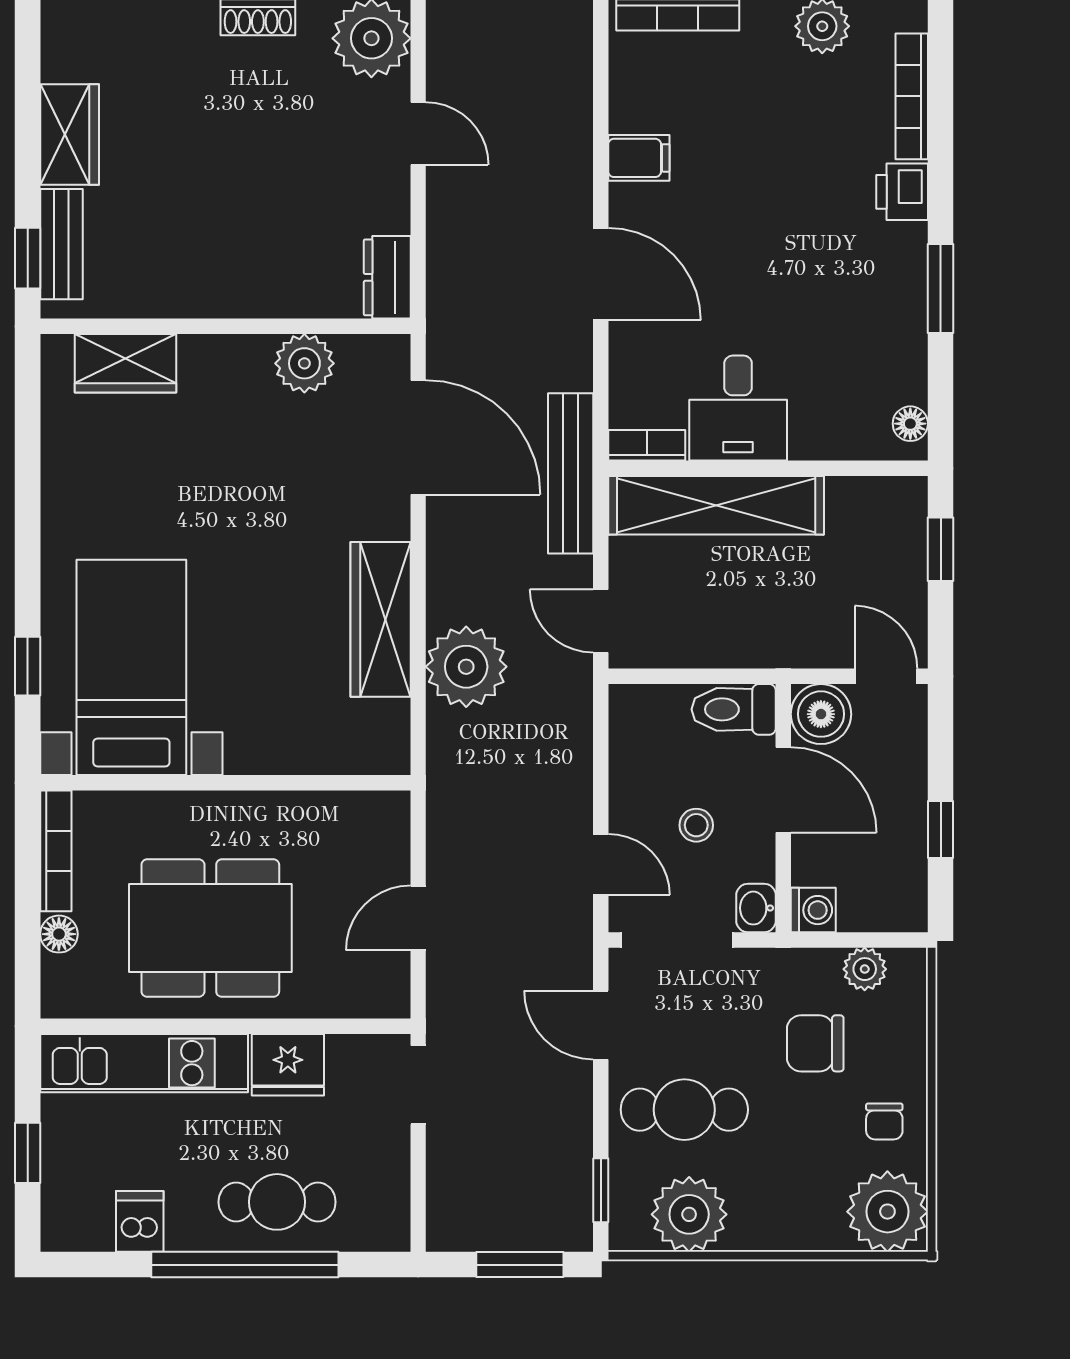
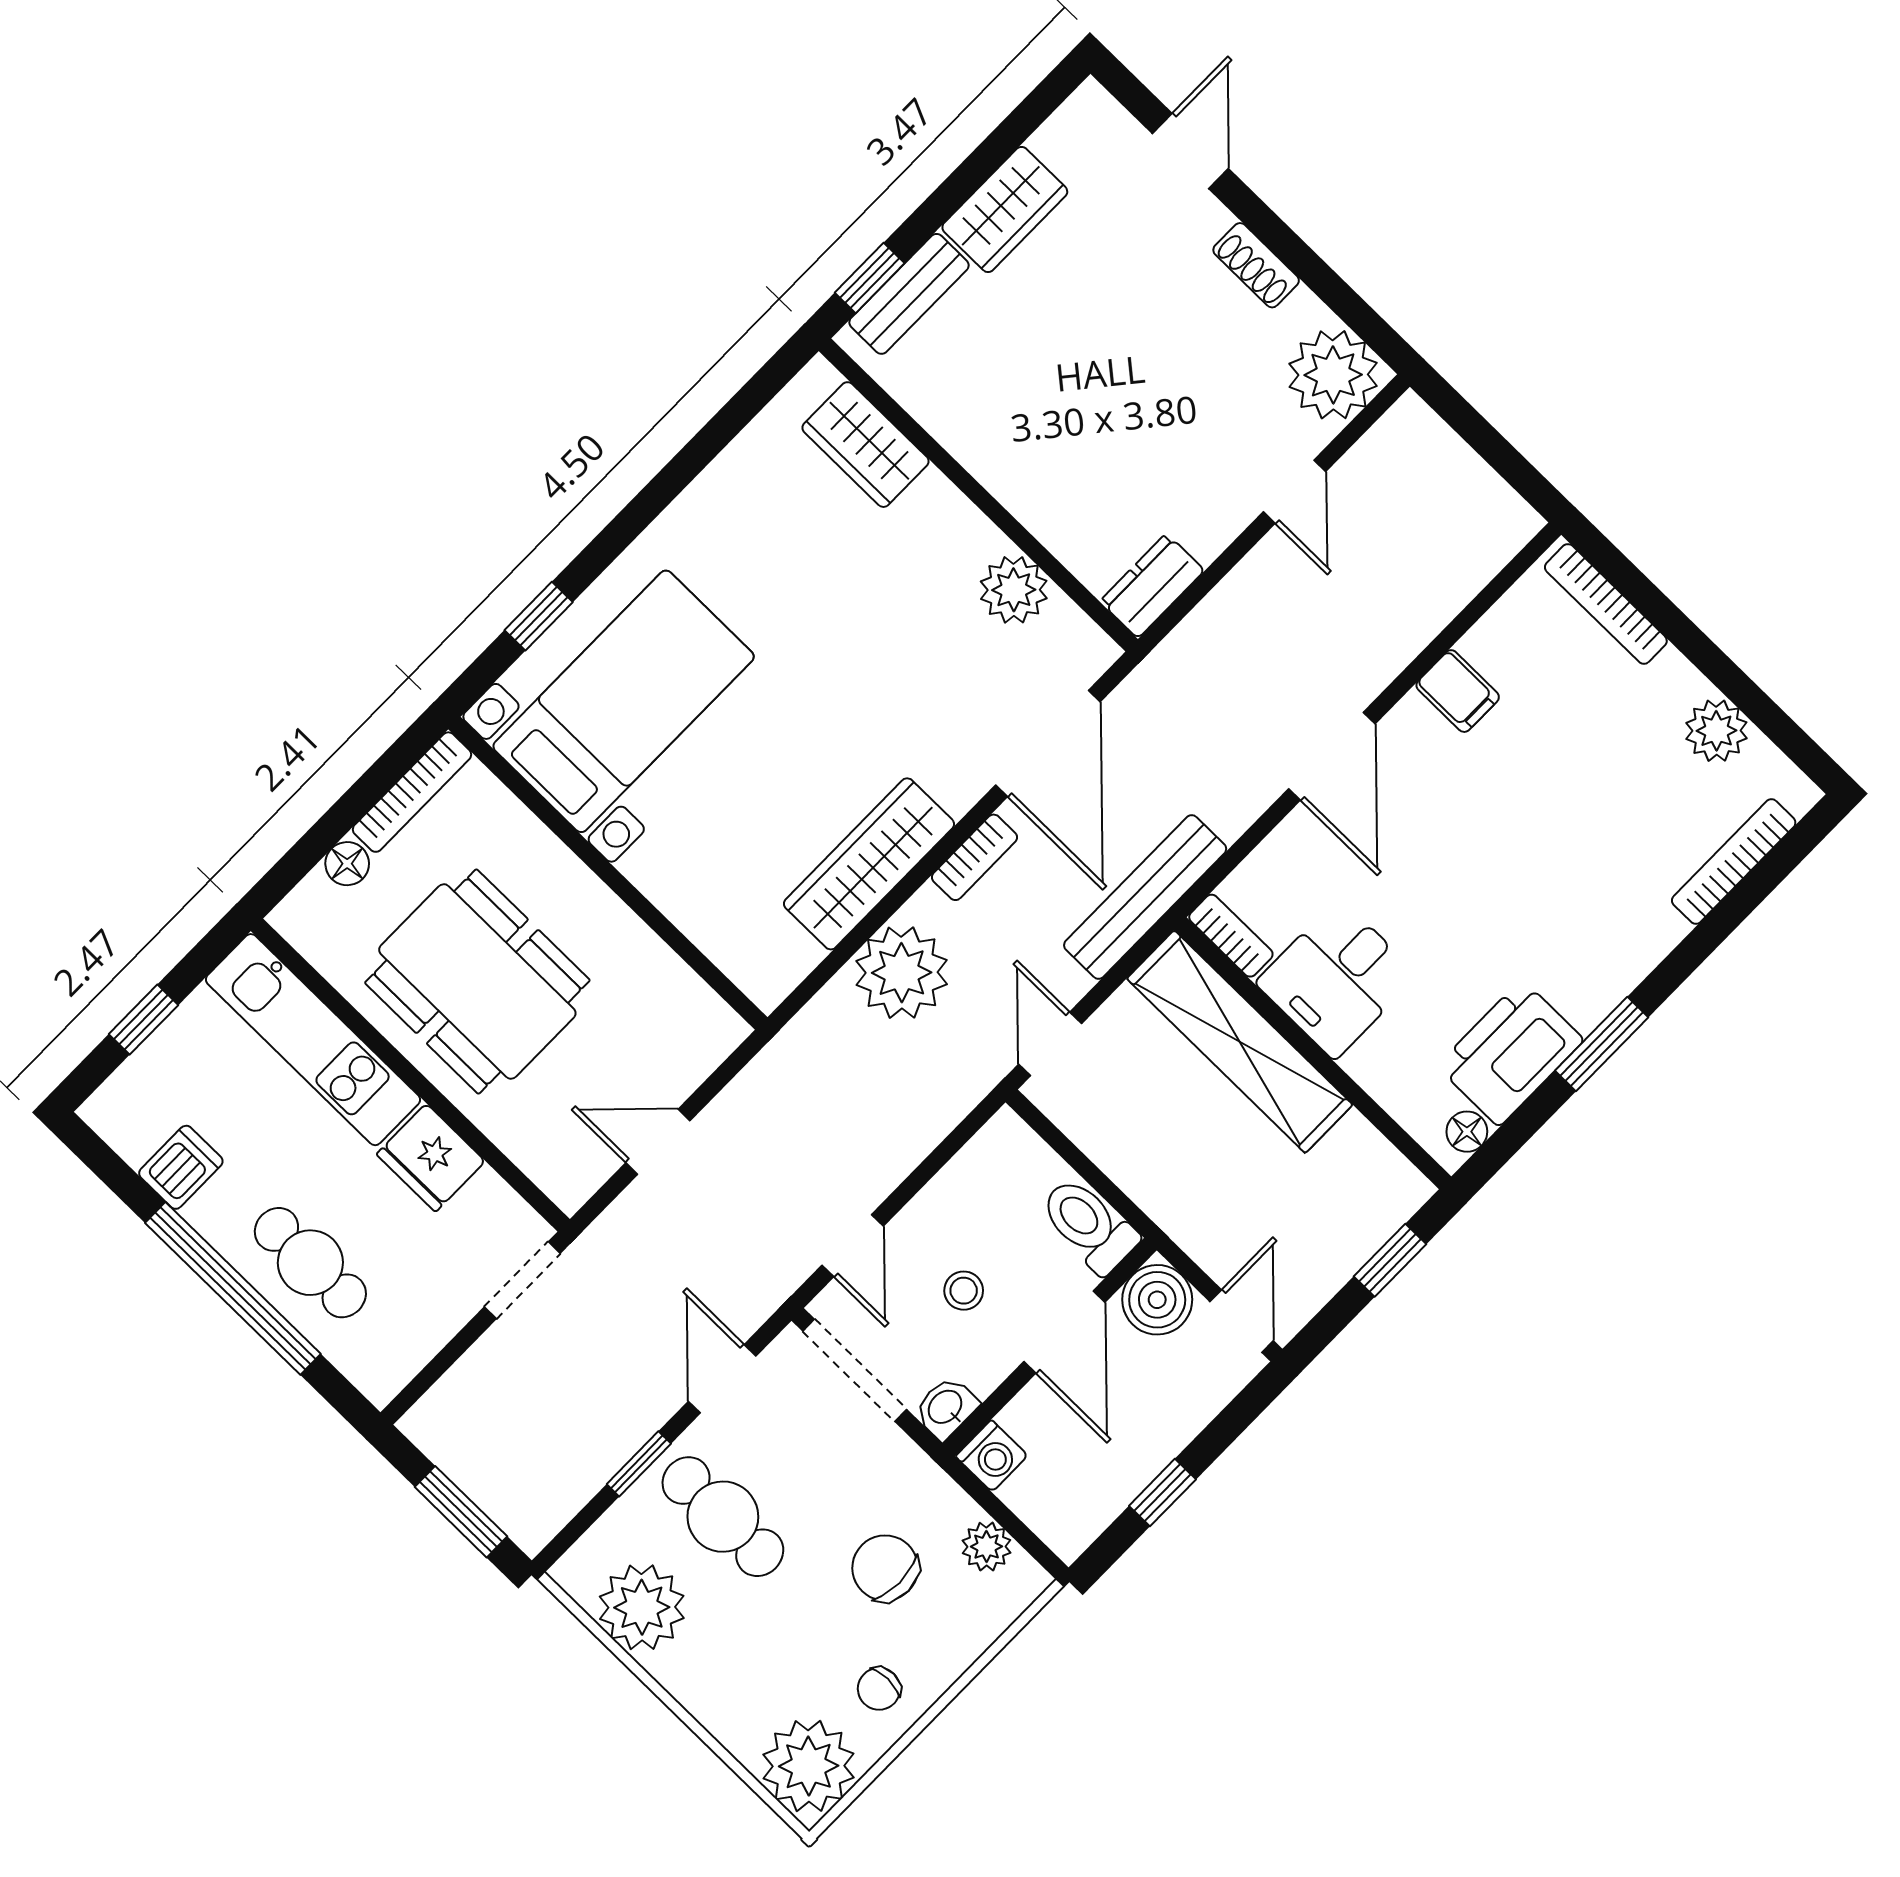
printer: (902, 192) -> (1510, 1053), moved, width x1.87, depth x1.48
bookcase: (442, 552) -> (974, 857), added
window: (601, 1190) -> (639, 1464), moved

